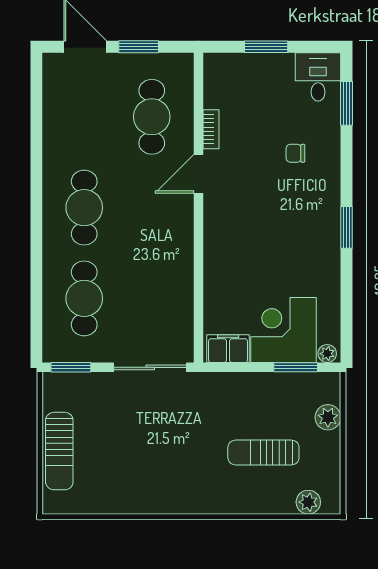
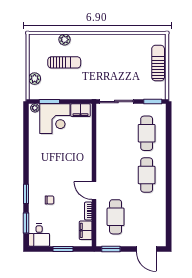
window: (139, 47) -> (111, 249), moved
filing cabinet: (217, 87) -> (86, 230), added
door: (198, 174) -> (94, 191), swing flipped
window: (347, 227) -> (26, 194), moved
plant: (308, 502) -> (64, 40), moved

